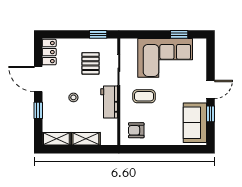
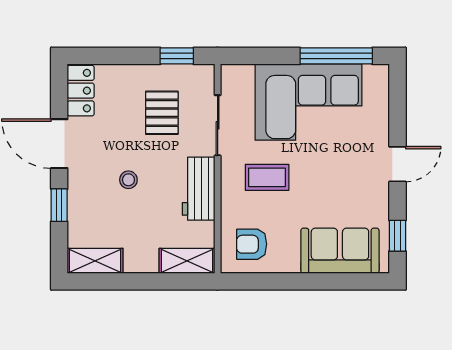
window: (179, 34) -> (336, 56), width x2.17
window: (210, 114) -> (397, 236), moved
sofa: (195, 123) -> (340, 251), moved, turned 90
shelving: (86, 139) -> (187, 261), moved

